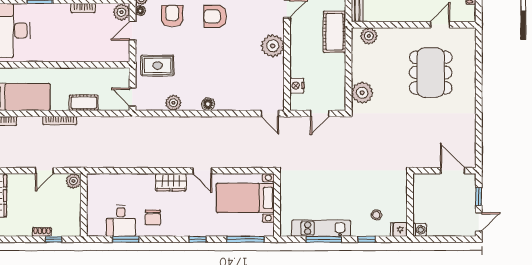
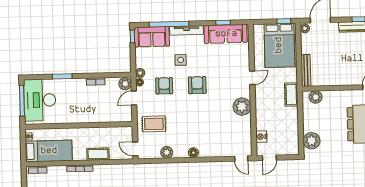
armchair: (215, 16) -> (197, 85), turned 90
cot: (334, 32) -> (291, 95), width x0.73, depth x0.75
door: (320, 113) -> (269, 158), moved

